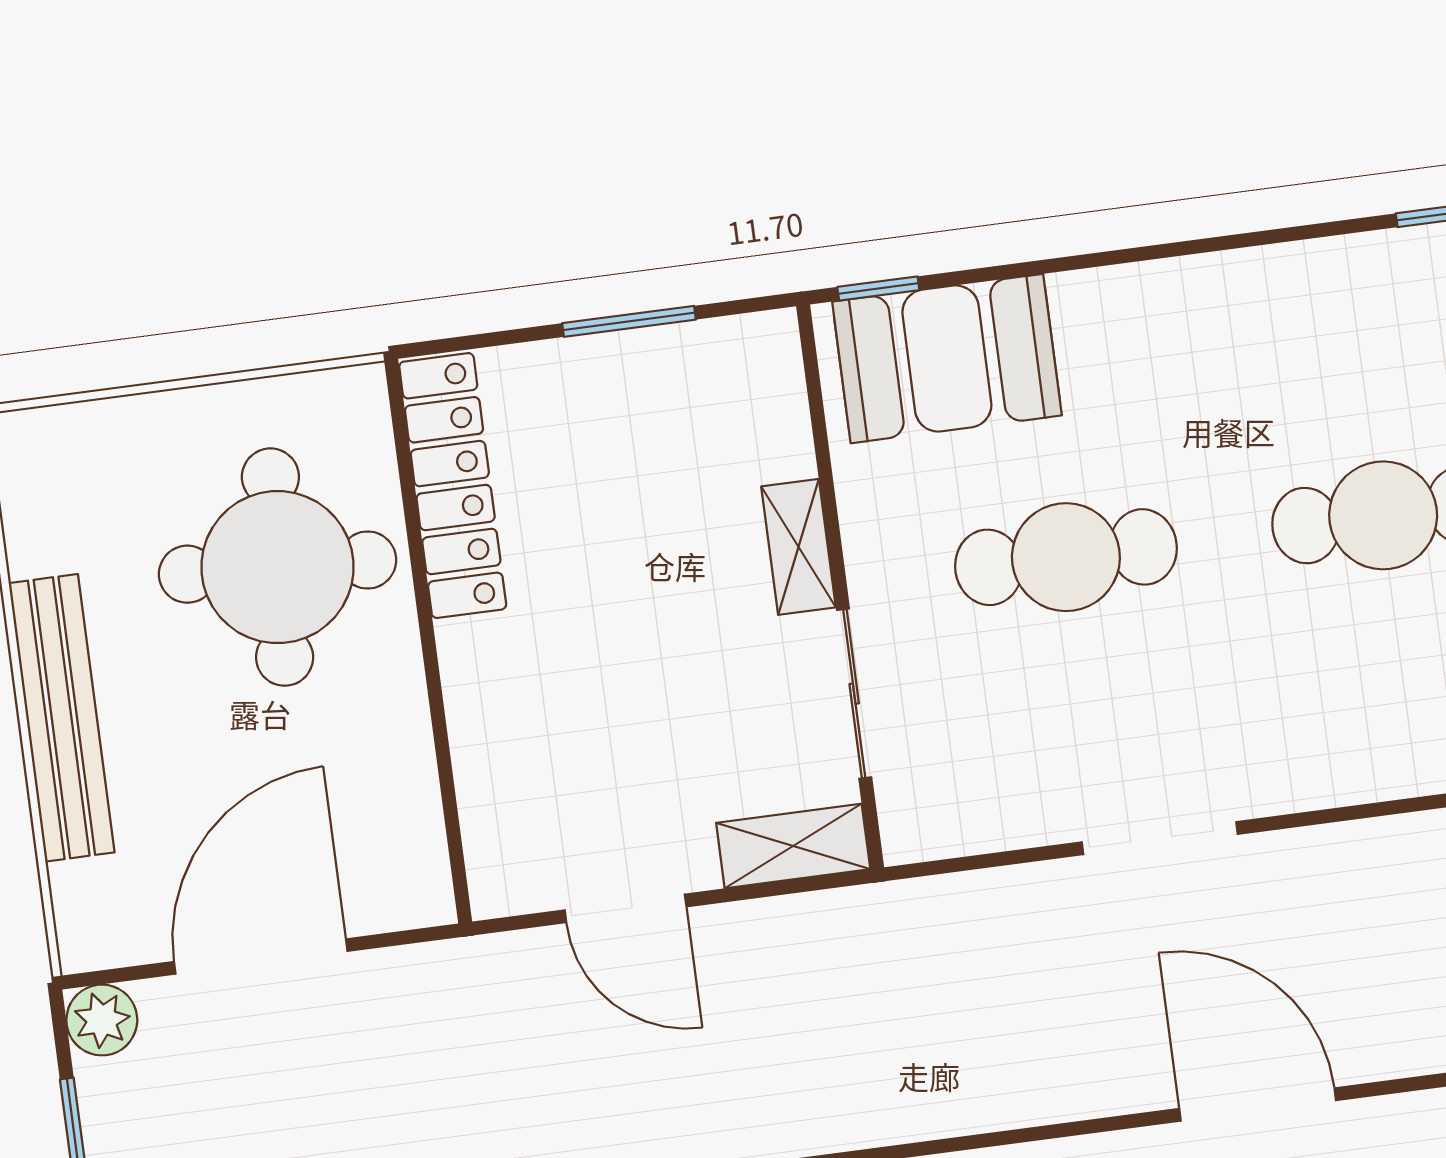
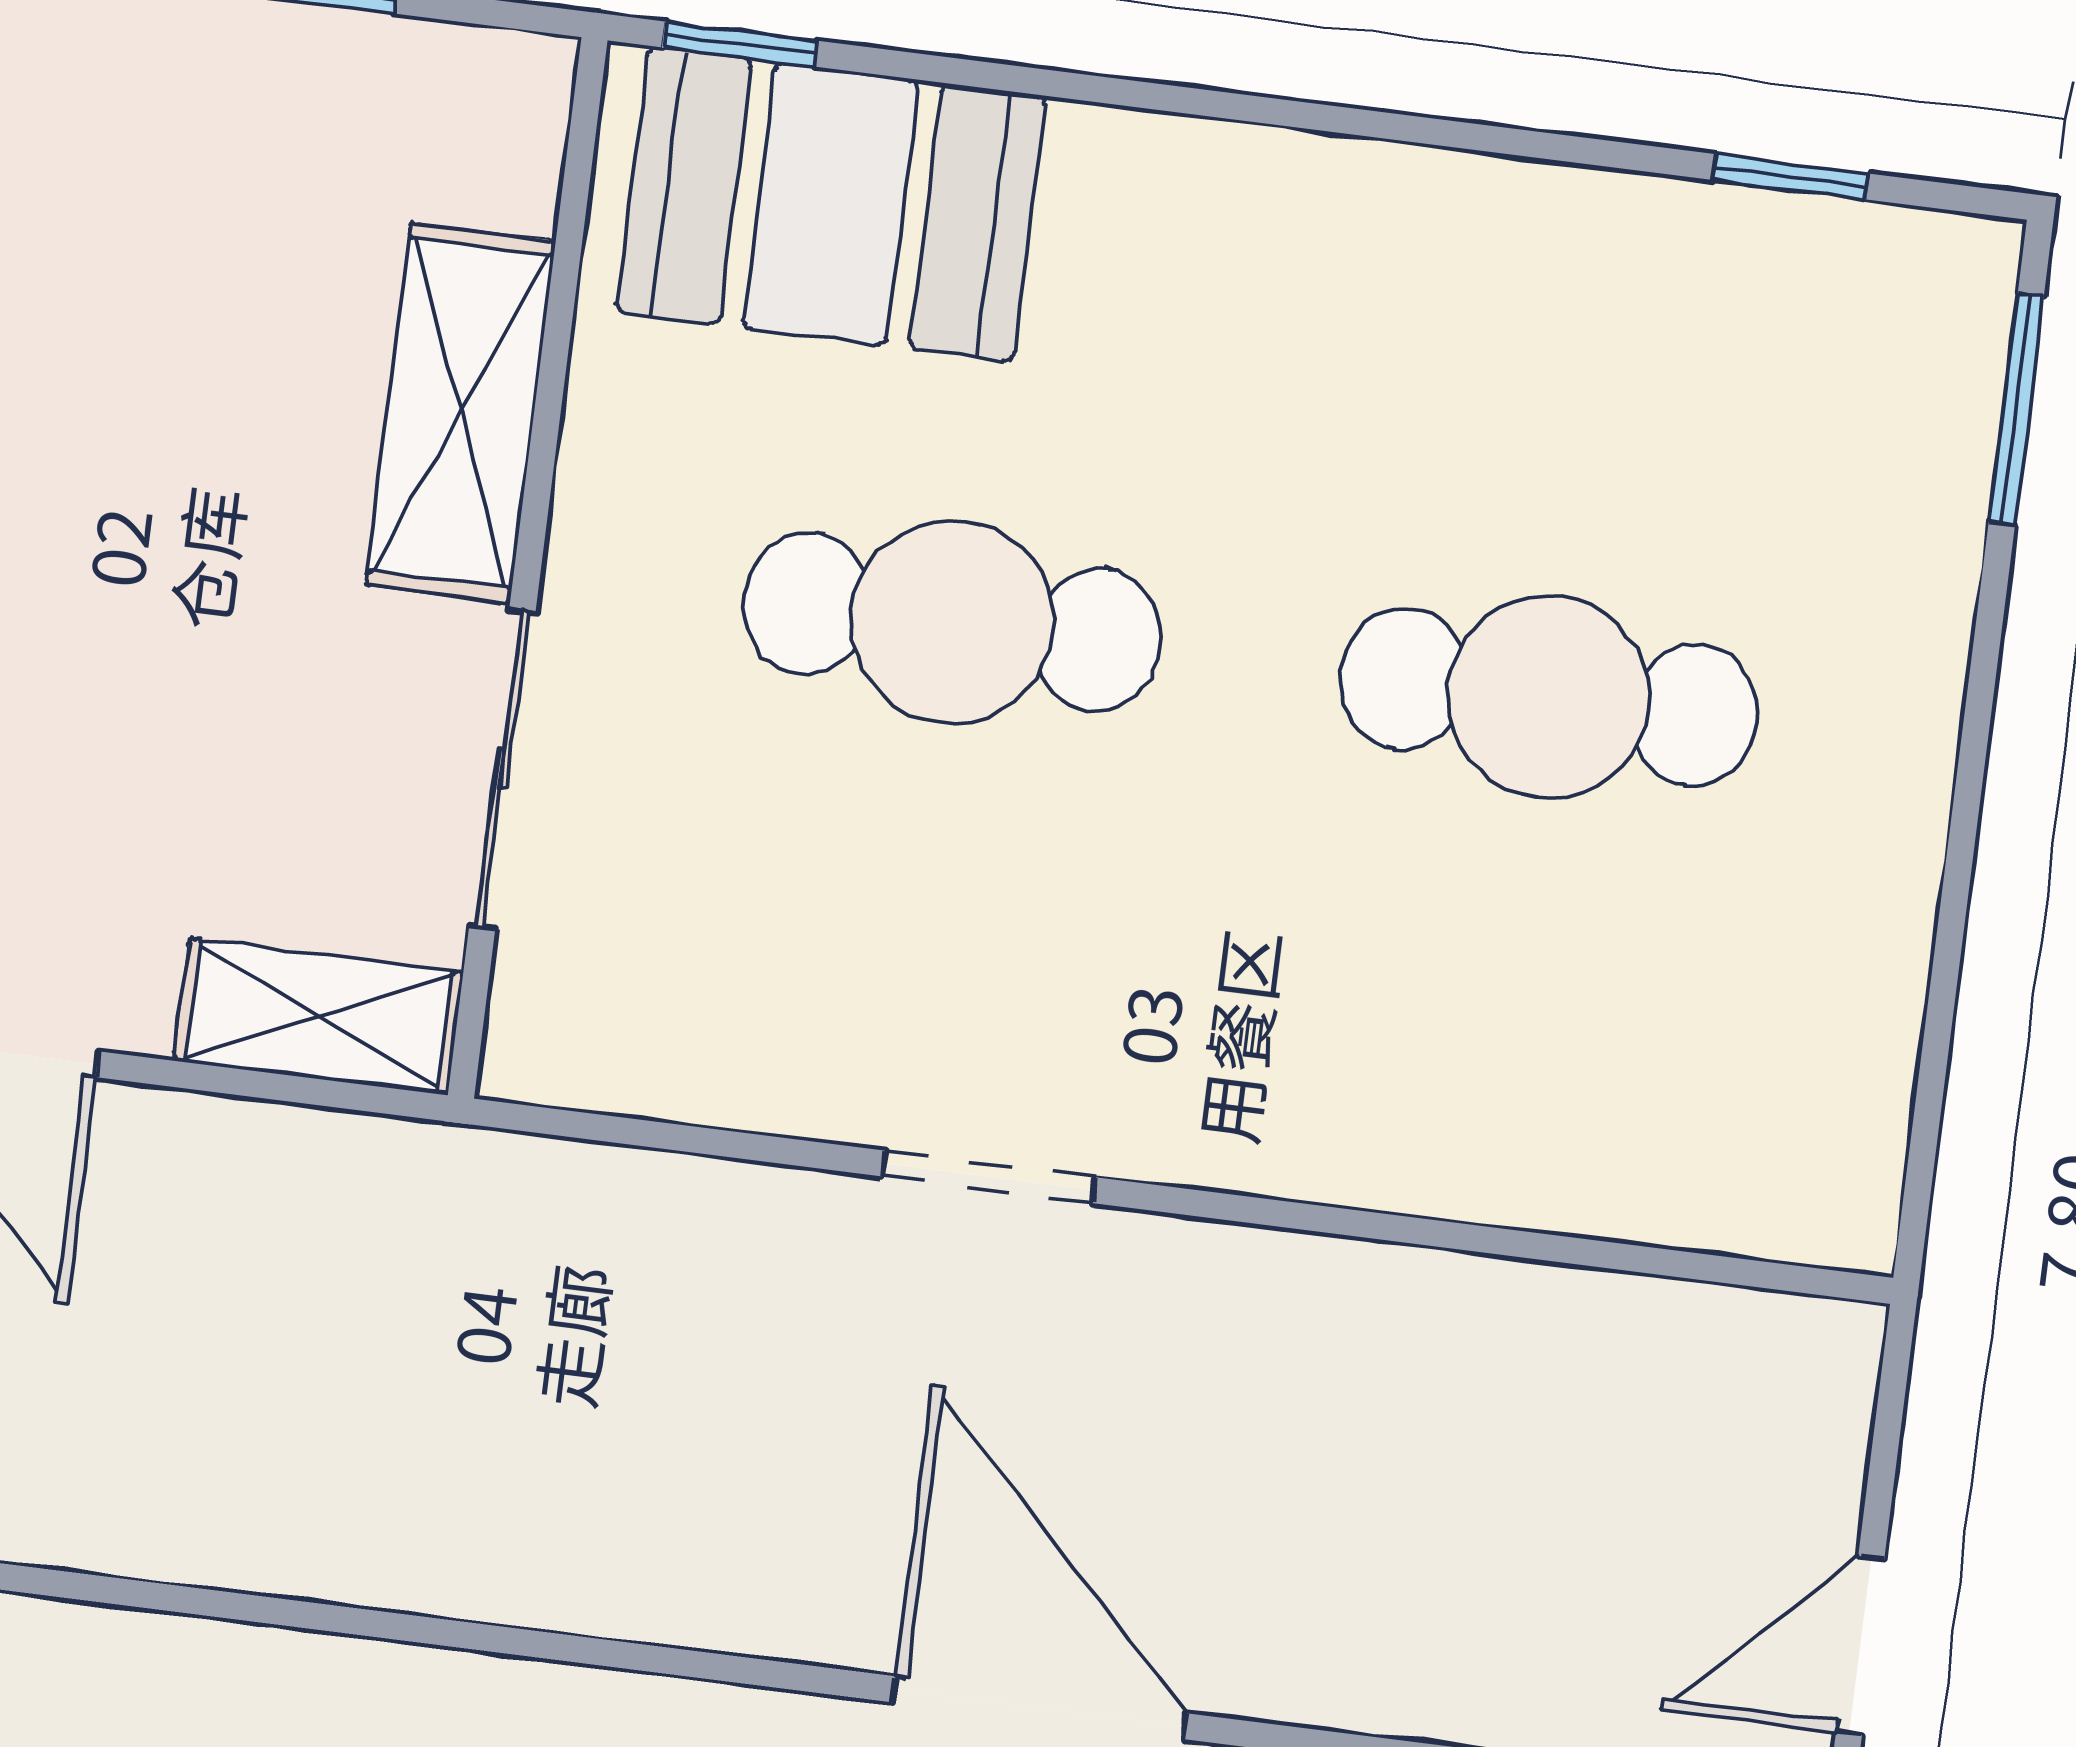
shelving: (798, 547) -> (461, 413), width x1.50, depth x1.33
doorway: (1160, 838) -> (989, 1177), width x0.73

